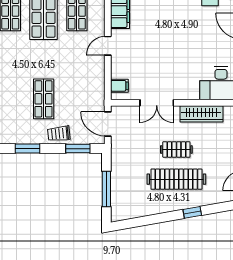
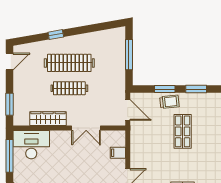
filing cabinet: (119, 86) -> (118, 153), moved
double door: (157, 103) -> (86, 128), swing flipped
window: (78, 149) -> (165, 89), moved
clothes rail: (176, 149) -> (69, 88), width x1.36

